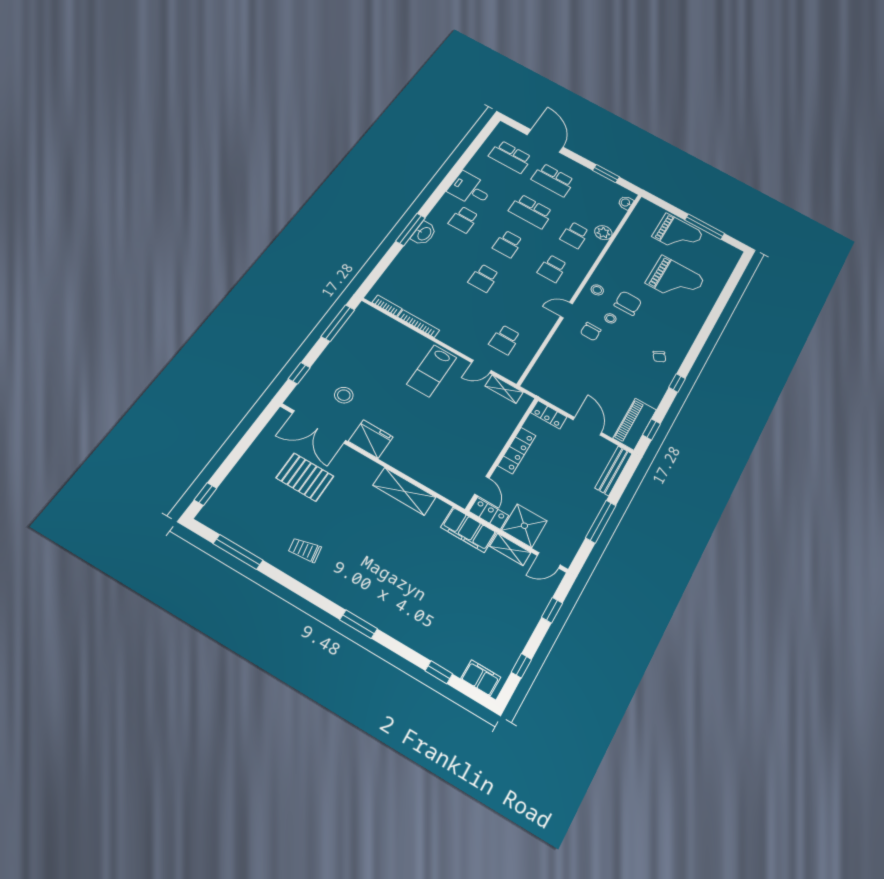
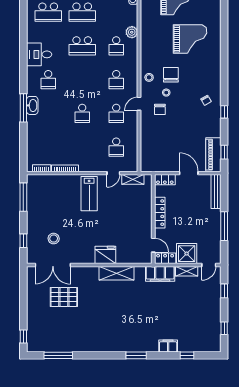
school desk: (508, 244) -> (116, 113), moved
fridge: (371, 439) -> (105, 255), moved
trolley: (305, 550) -> (88, 335), removed
filing cabinet: (481, 678) -> (168, 346), moved

